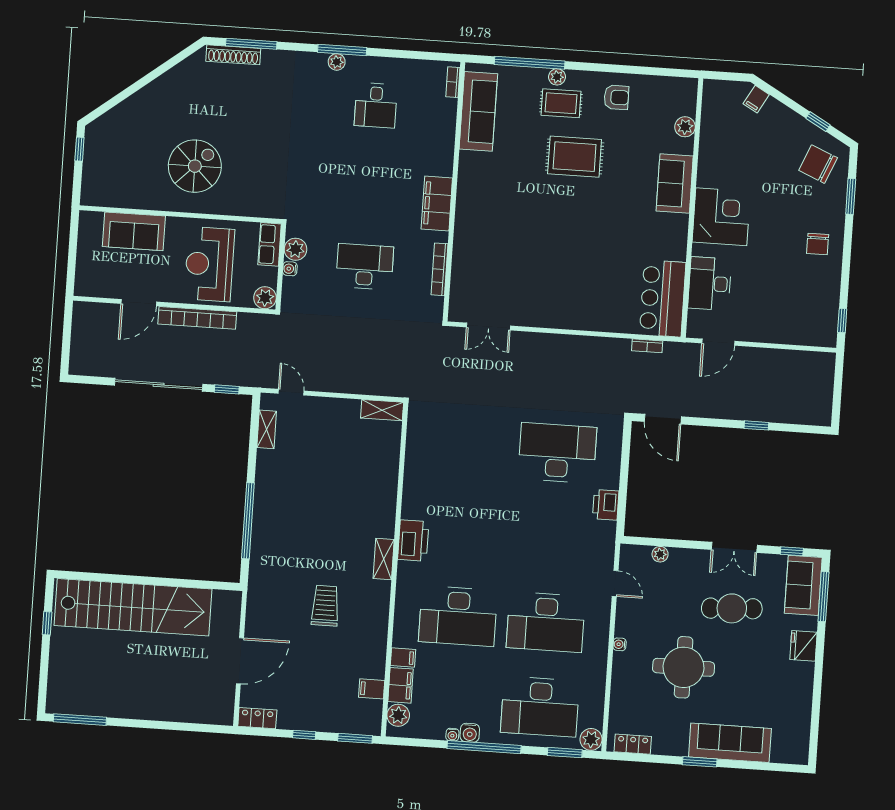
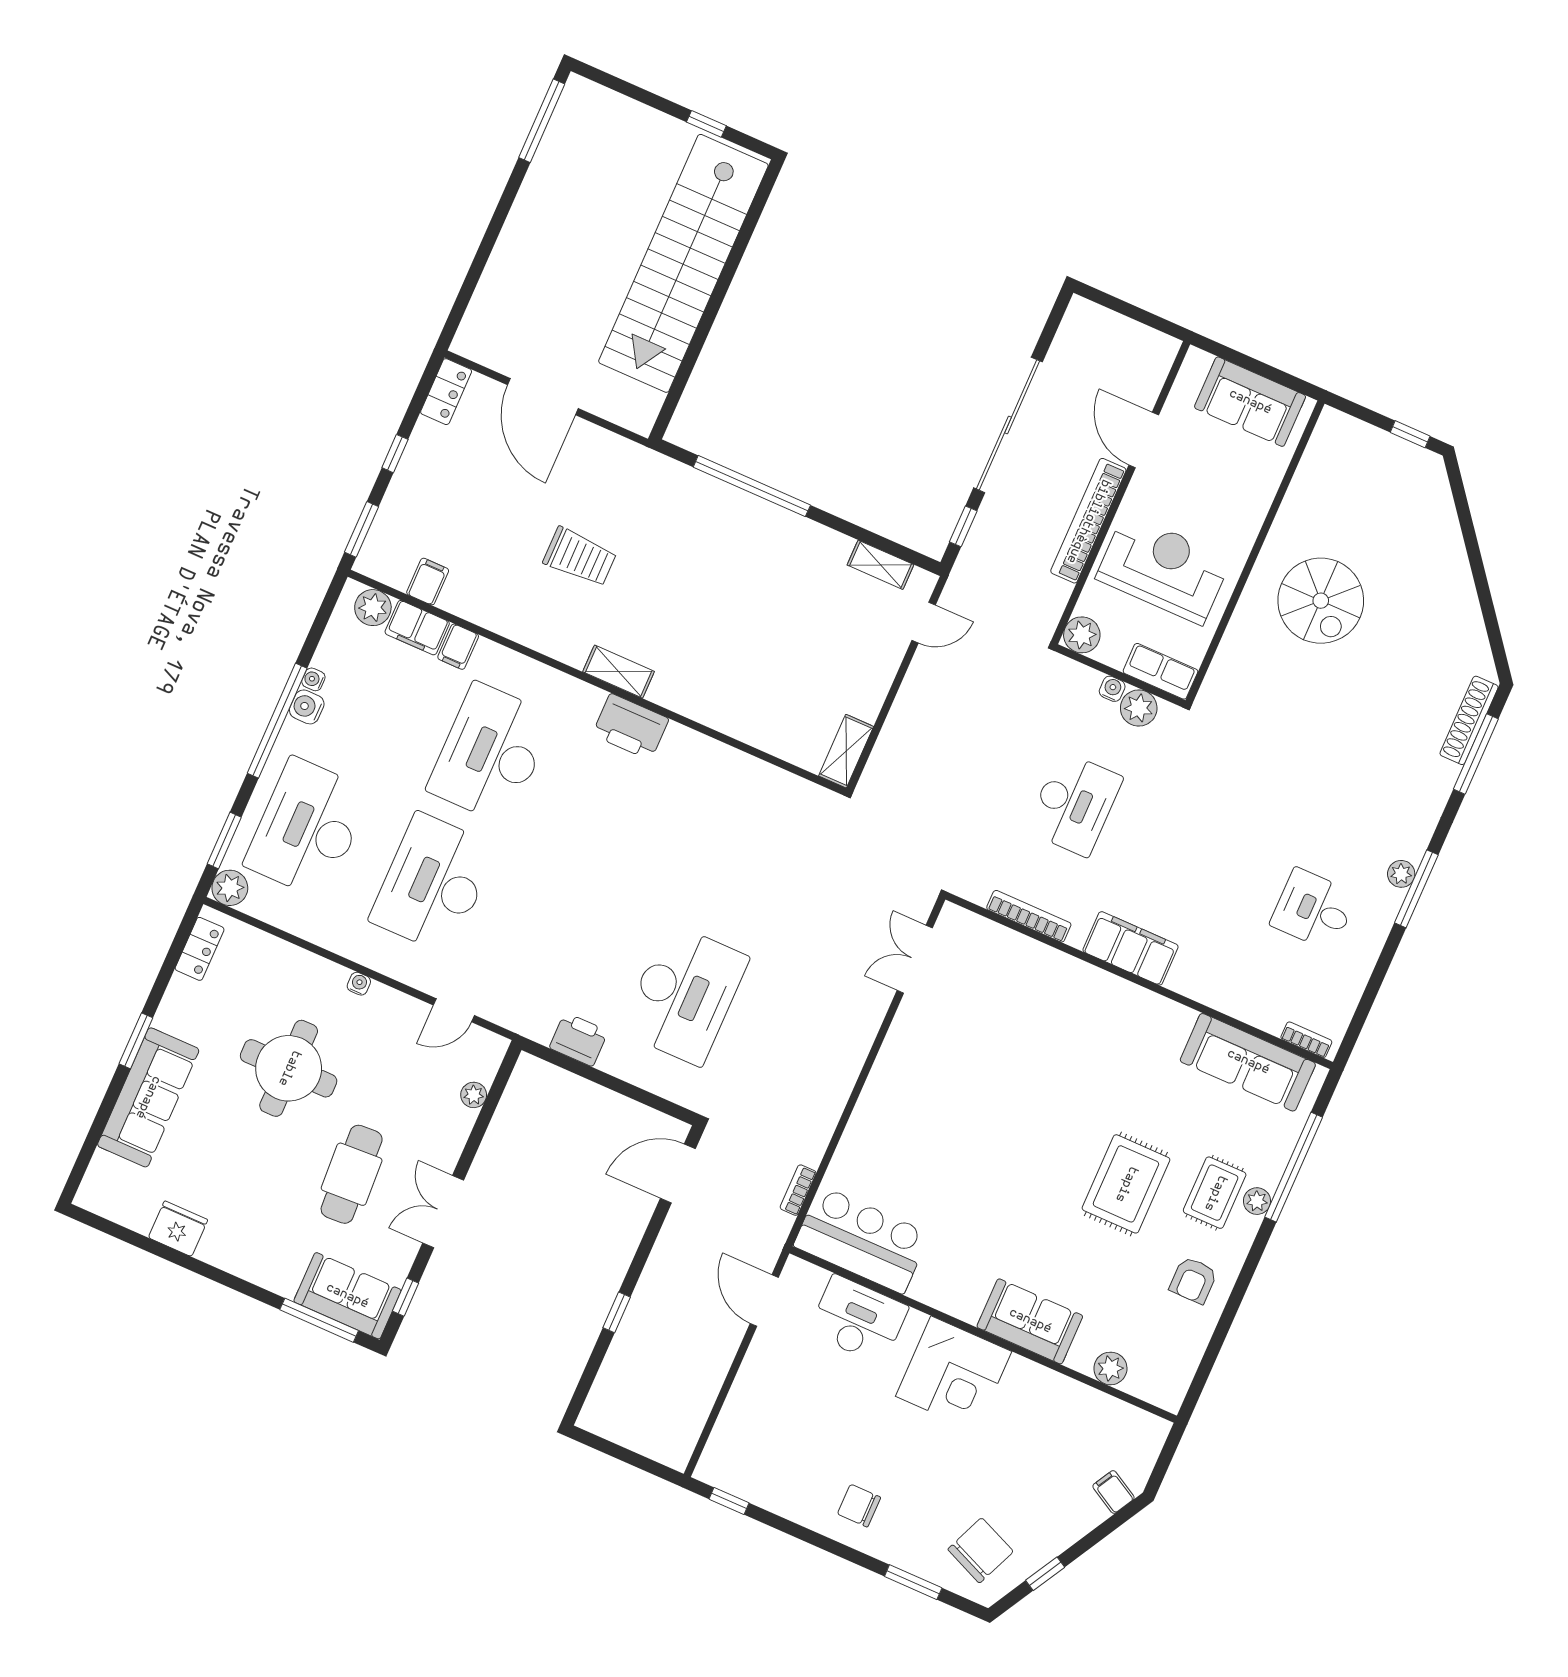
sofa: (134, 231) -> (1250, 402), moved, turned -90
fridge: (803, 646) -> (178, 1229), moved

